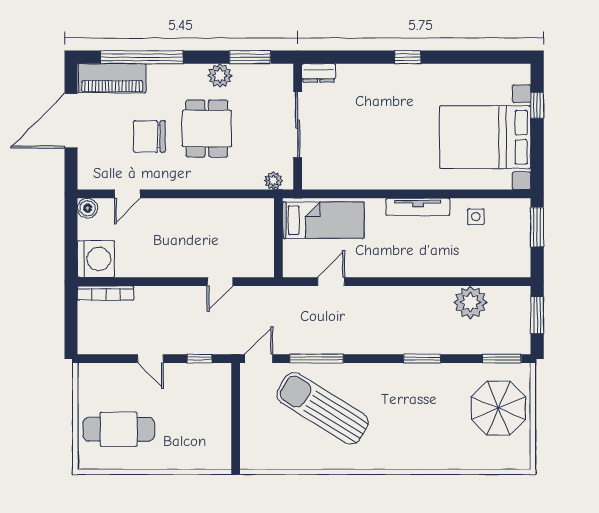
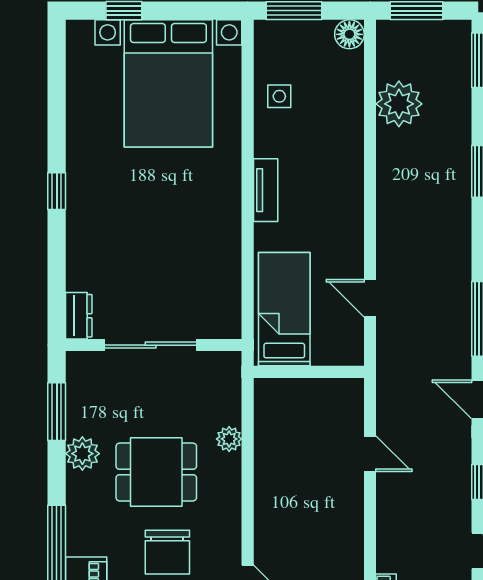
plant: (273, 181) -> (229, 439), moved
tv unit: (418, 207) -> (266, 190), width x0.71
floor lamp: (520, 267) -> (349, 34), added

